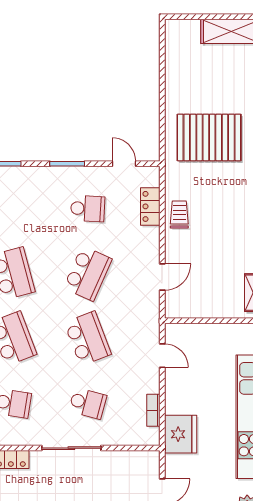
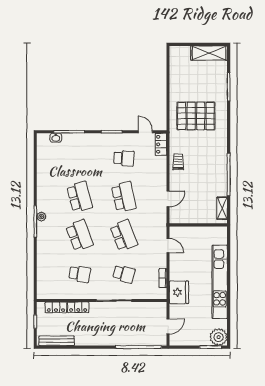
locker: (150, 206) -> (161, 144), moved
school desk: (88, 274) -> (124, 197), turned -36

